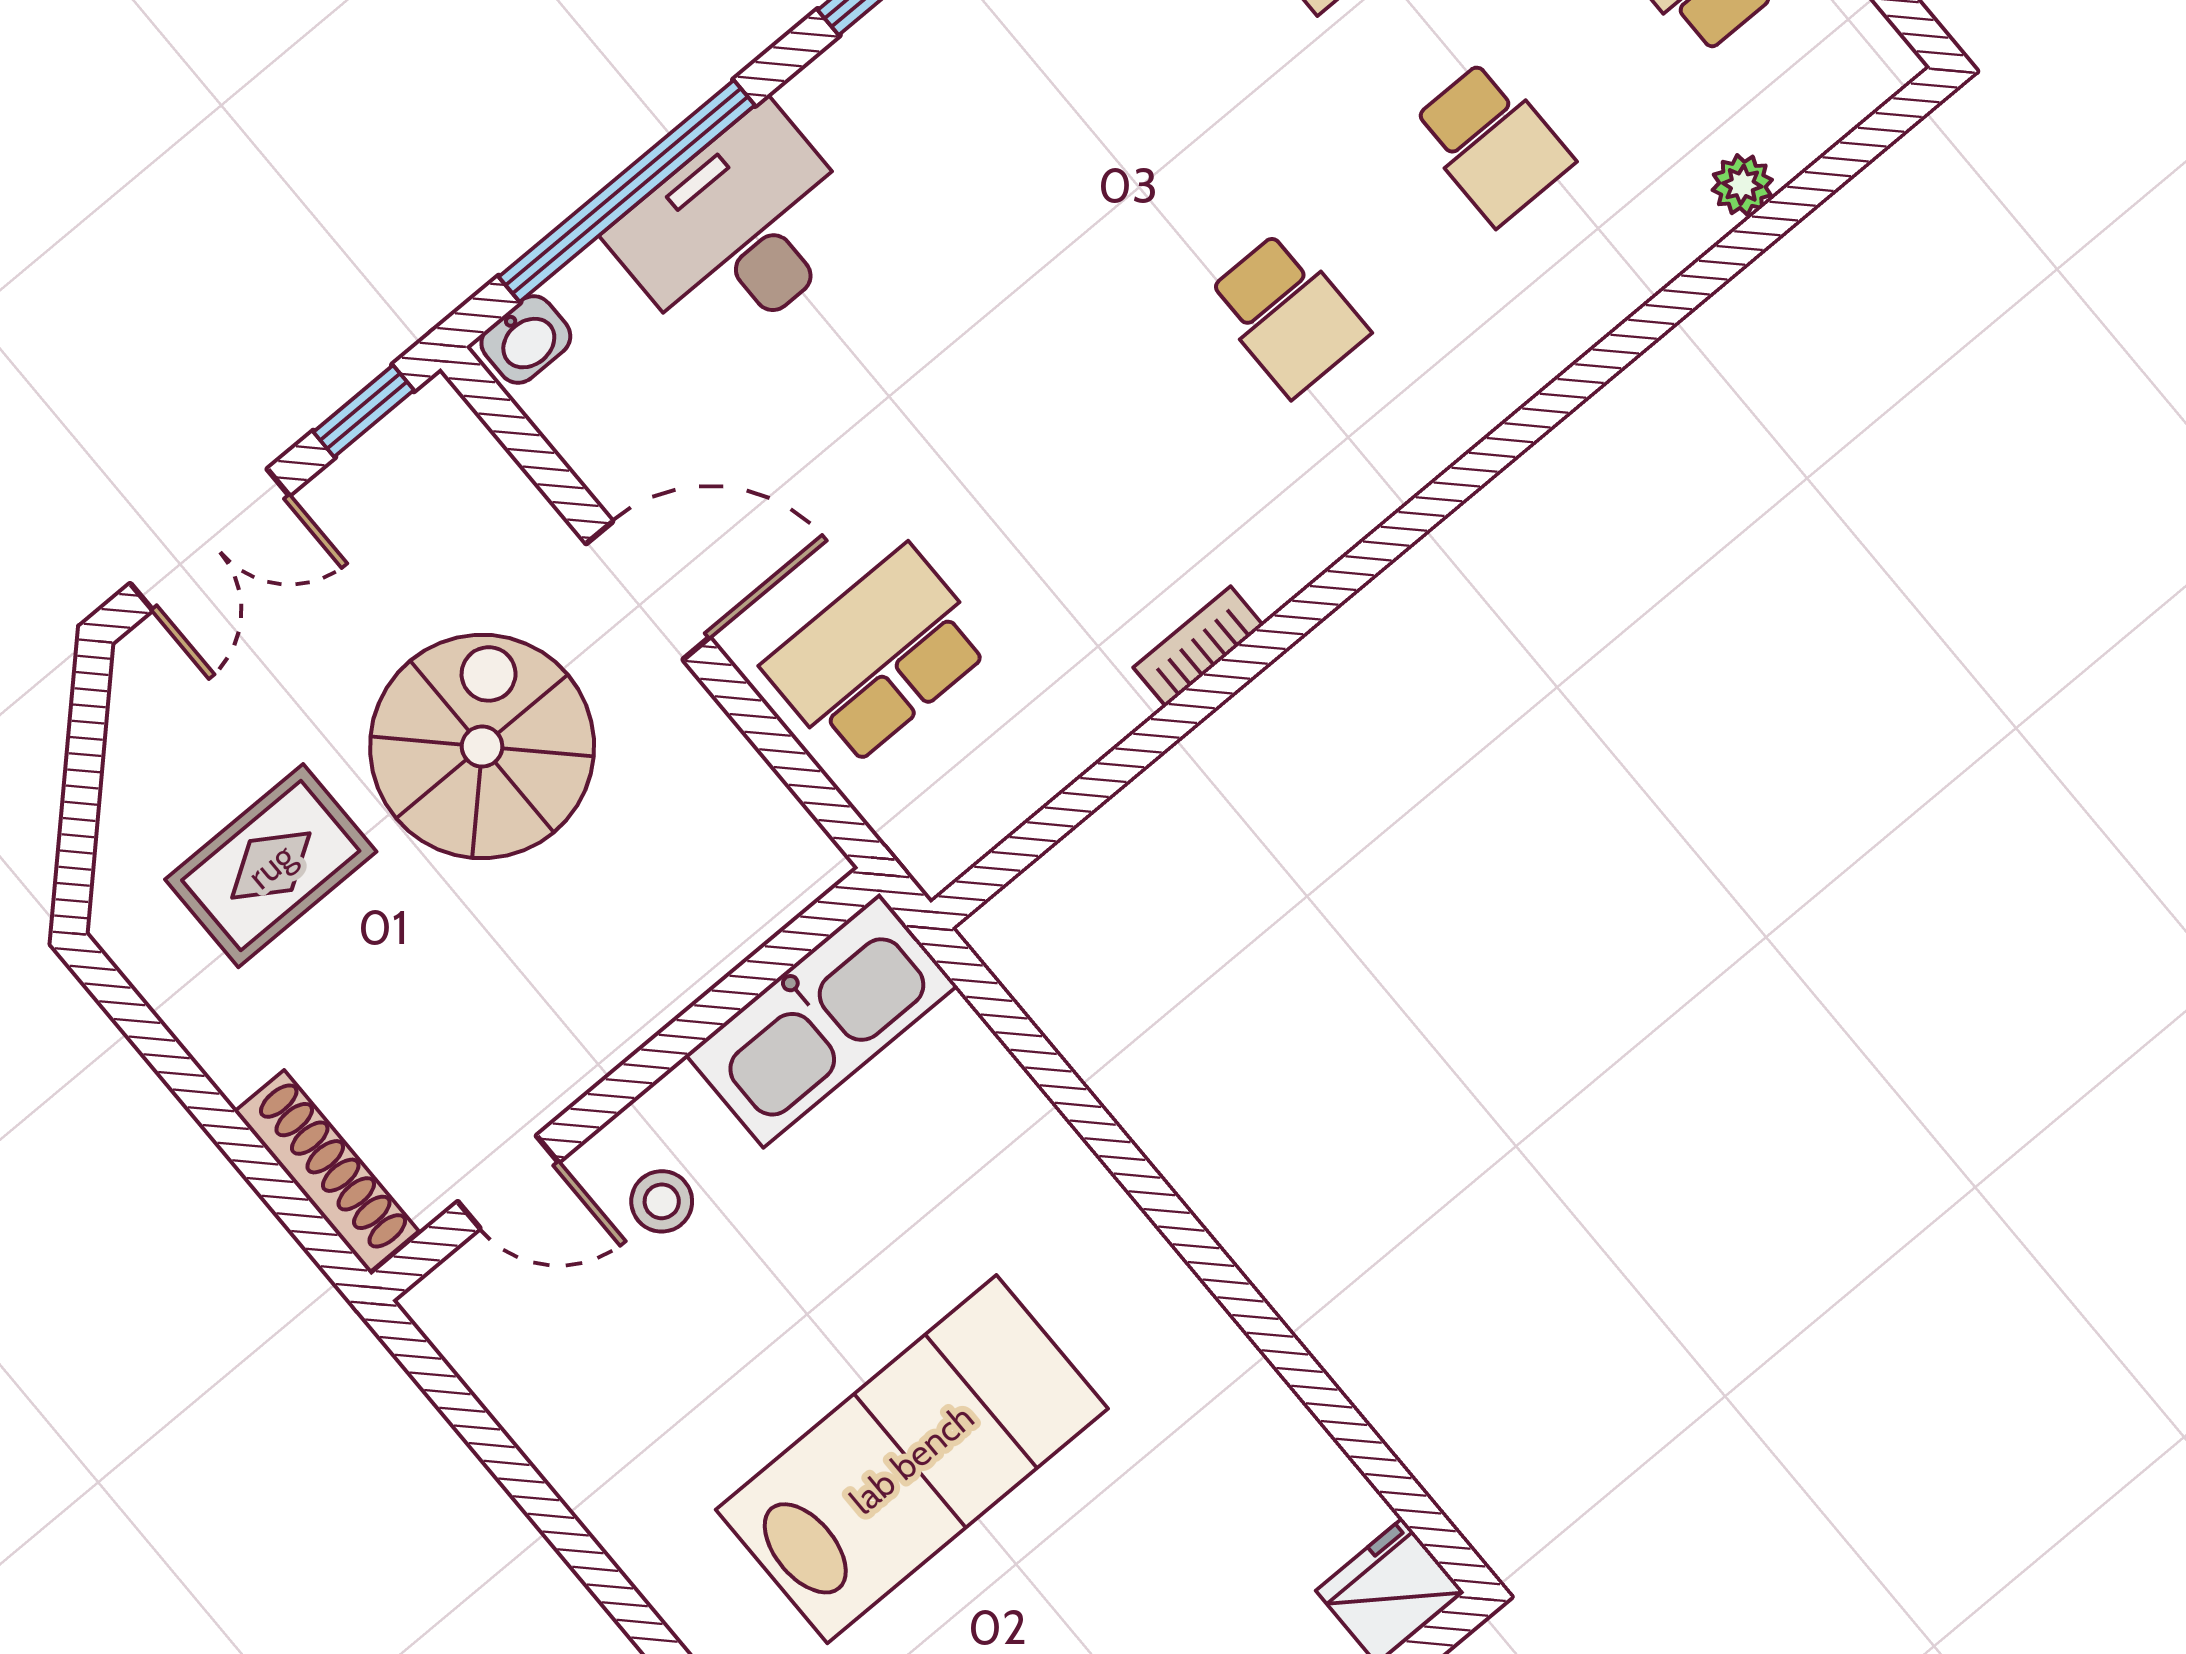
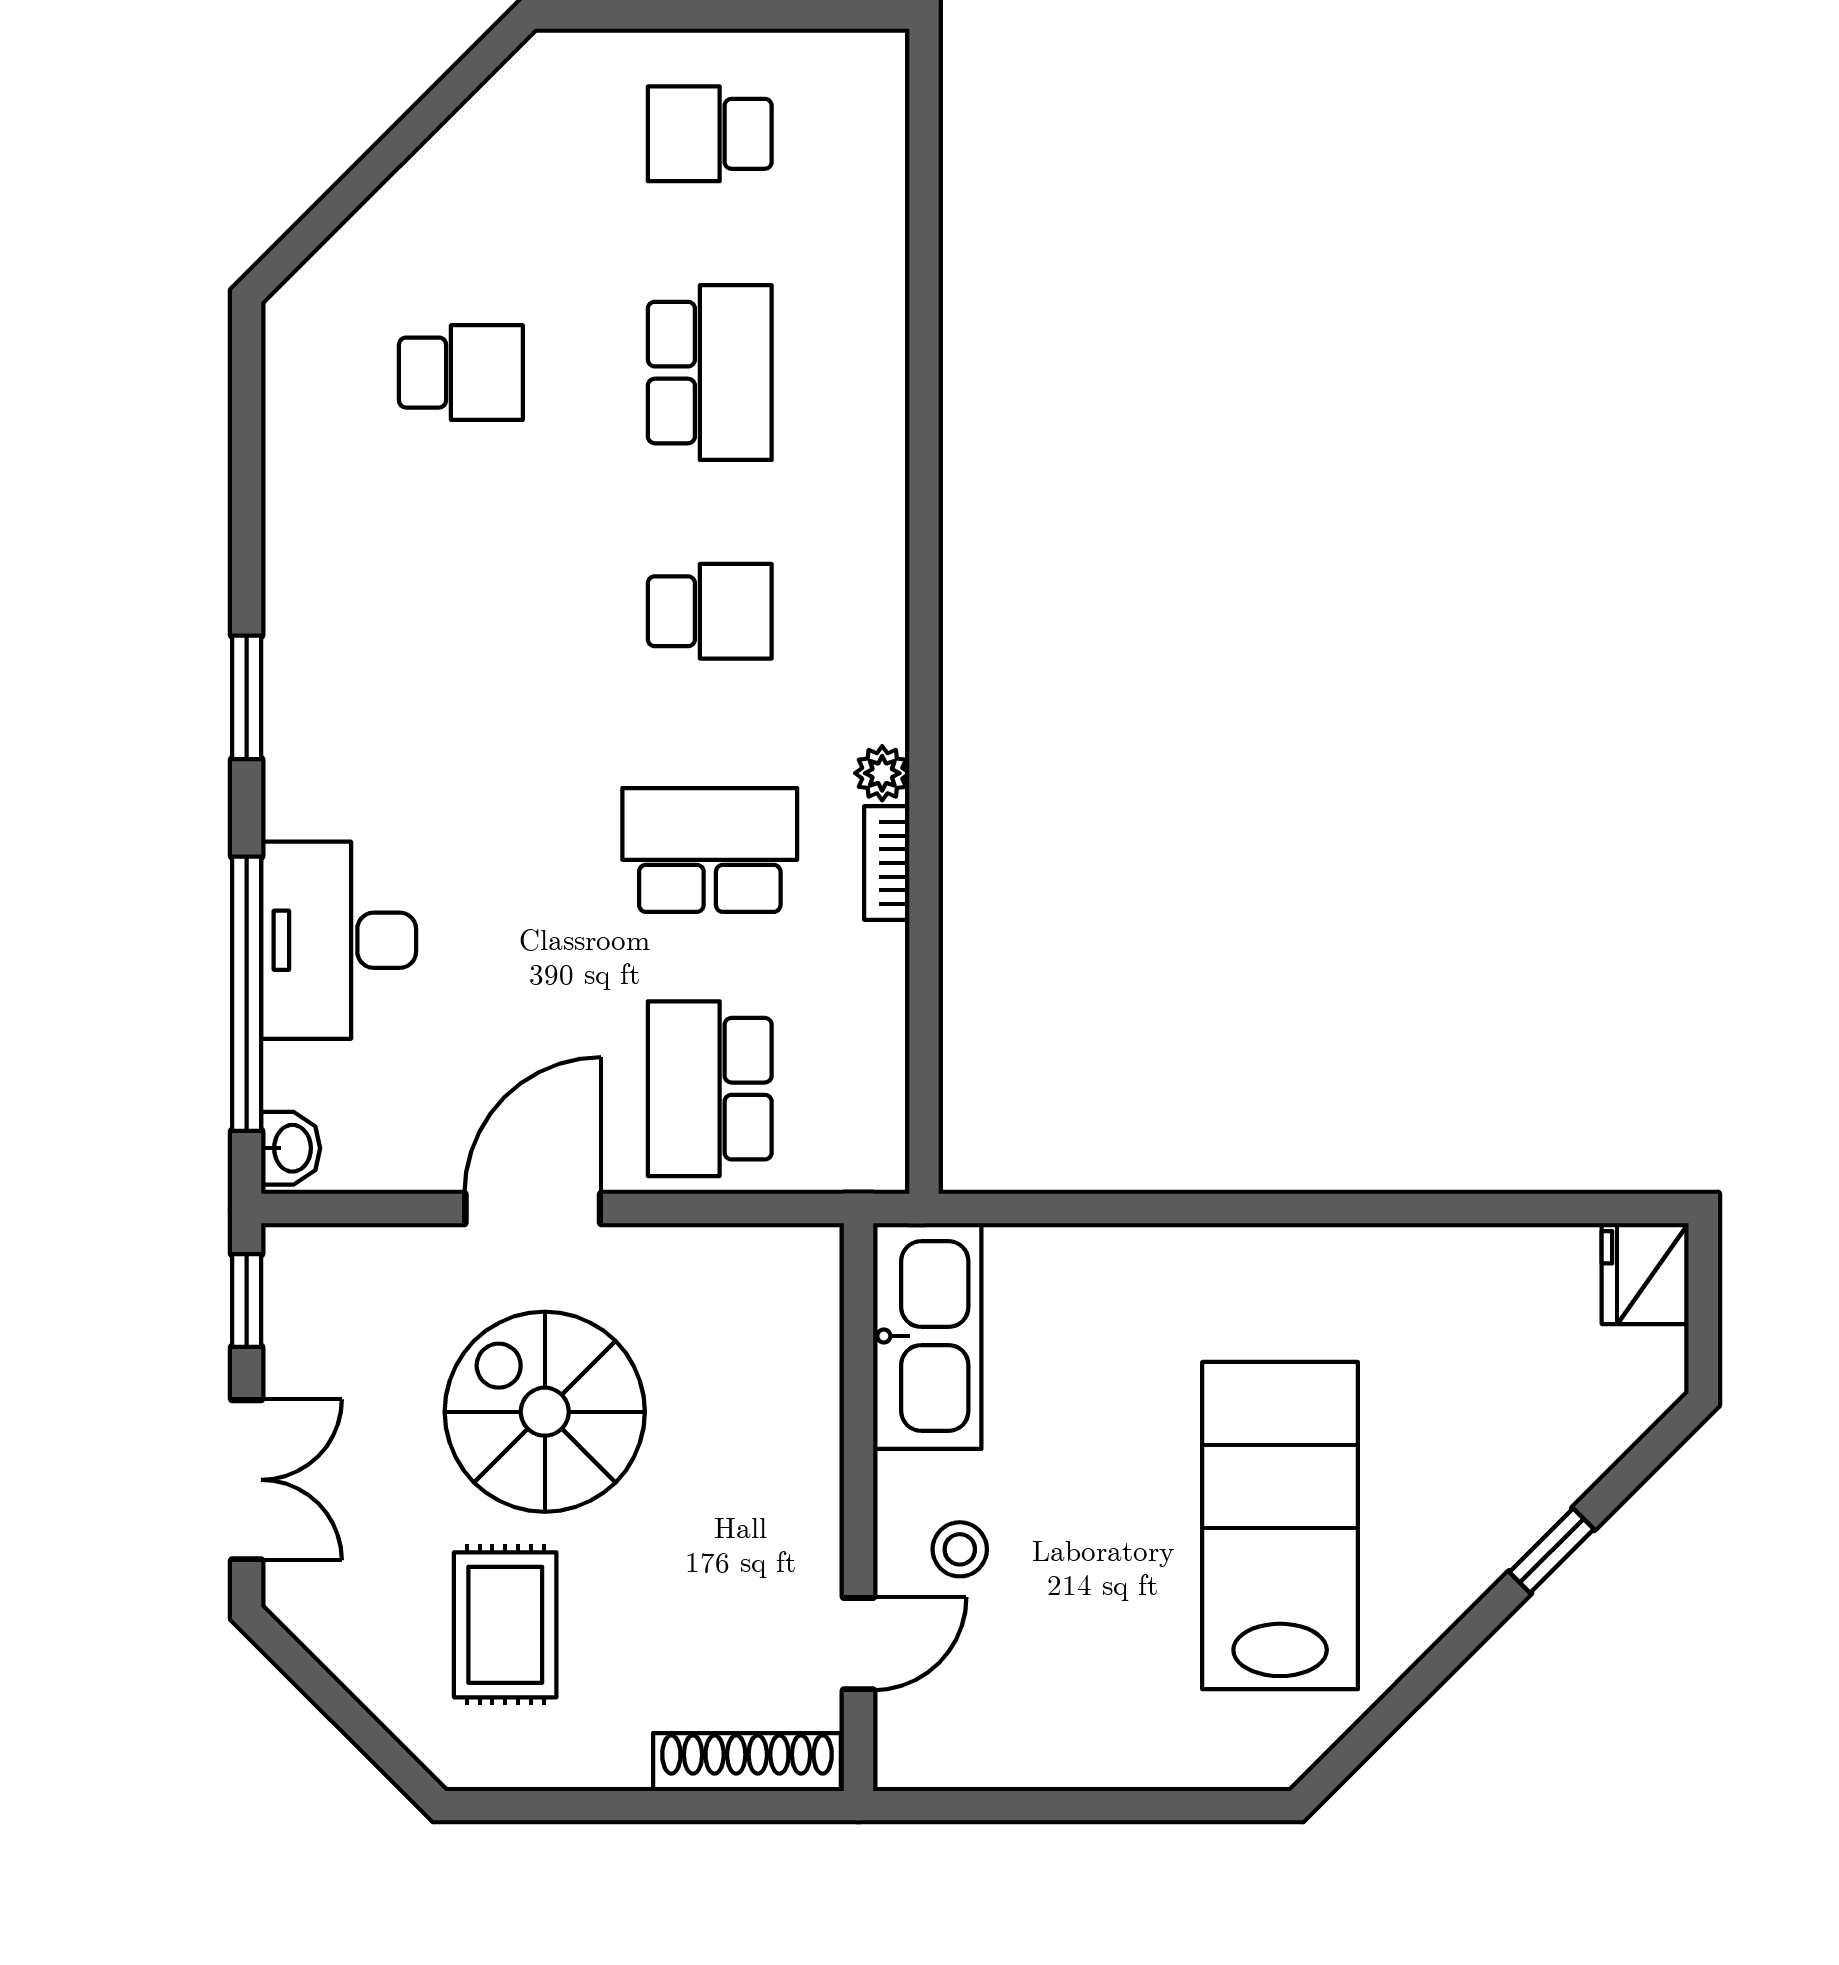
school desk: (1492, 143) -> (710, 373), width x1.85
plant: (1742, 185) -> (882, 773), moved
school desk: (1082, 485) -> (710, 850), added

